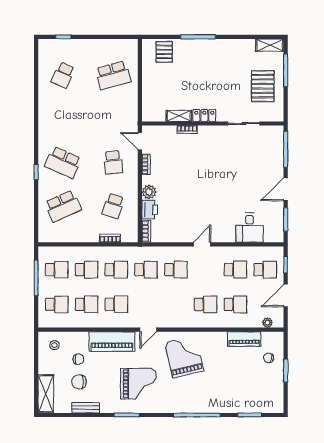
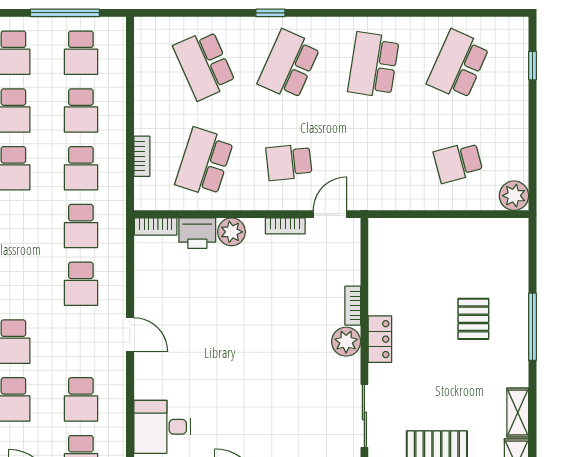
plant: (130, 46) -> (514, 196), added
pallet: (164, 52) -> (473, 319), moved, turned 90
school desk: (63, 75) -> (458, 65), width x1.85
school desk: (113, 75) -> (458, 162), width x0.54
shelving: (179, 116) -> (518, 413), moved
school desk: (63, 119) -> (374, 65), added
plant: (206, 133) -> (346, 342), added
school desk: (113, 206) -> (204, 162), width x1.85

